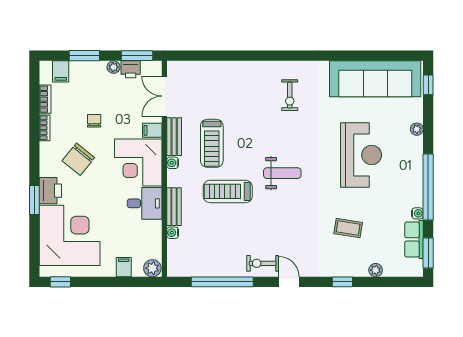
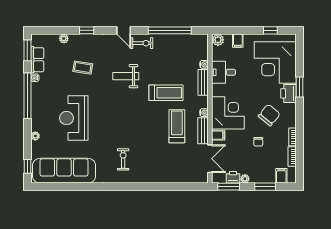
weight bench: (282, 173) -> (126, 76), moved
desk: (145, 203) -> (223, 72), moved
window: (60, 282) -> (270, 30), moved

